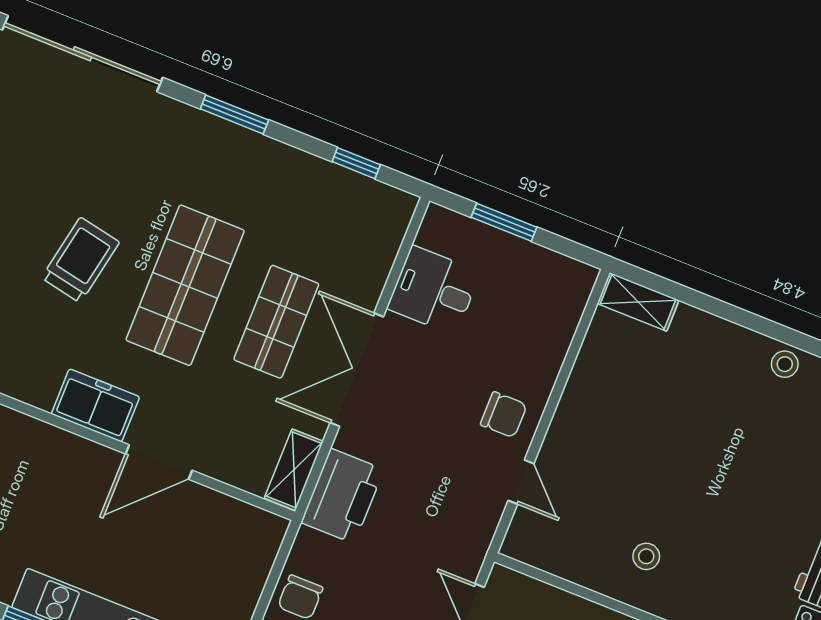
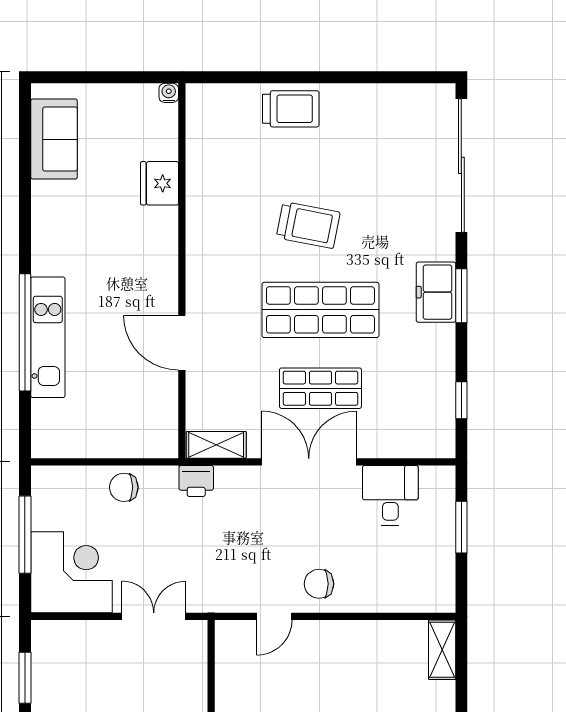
freezer: (95, 405) -> (436, 292), moved, turned 180
chair: (504, 415) -> (319, 584), turned 90
printer: (342, 496) -> (196, 481), width x0.53, depth x0.68

